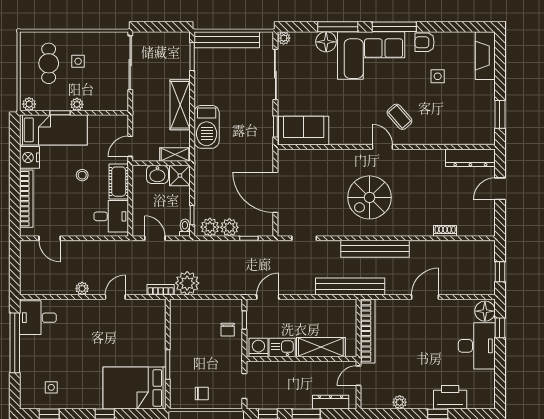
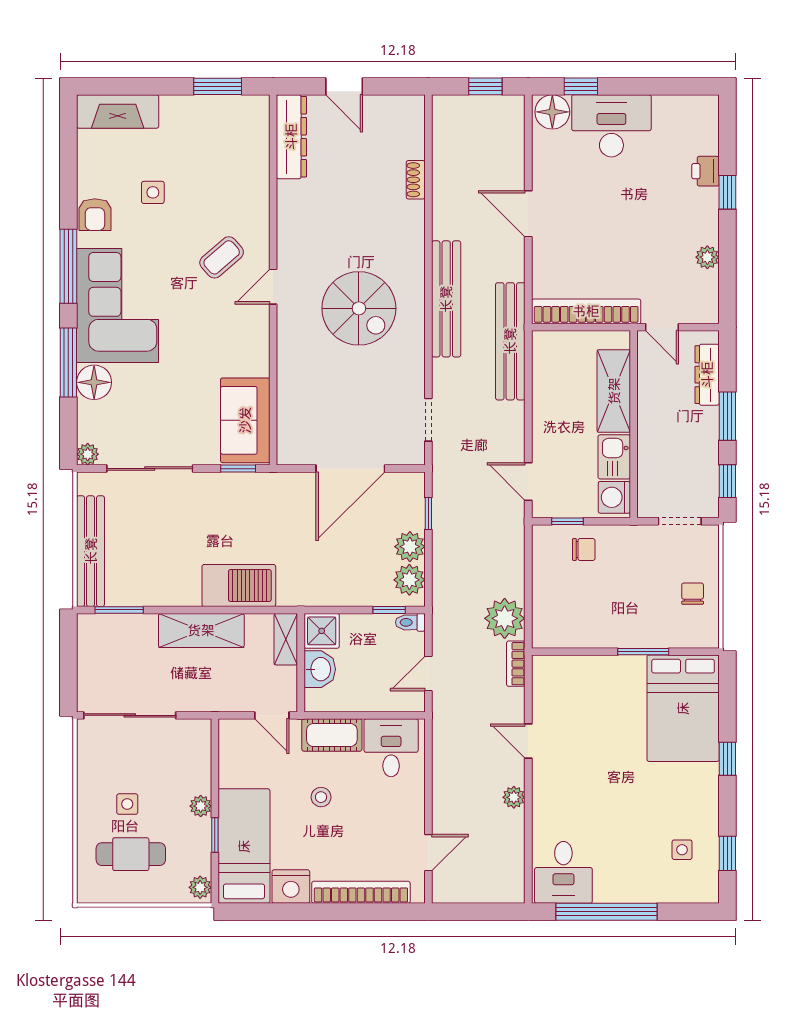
printer: (450, 397) -> (705, 171), width x0.53, depth x0.68

